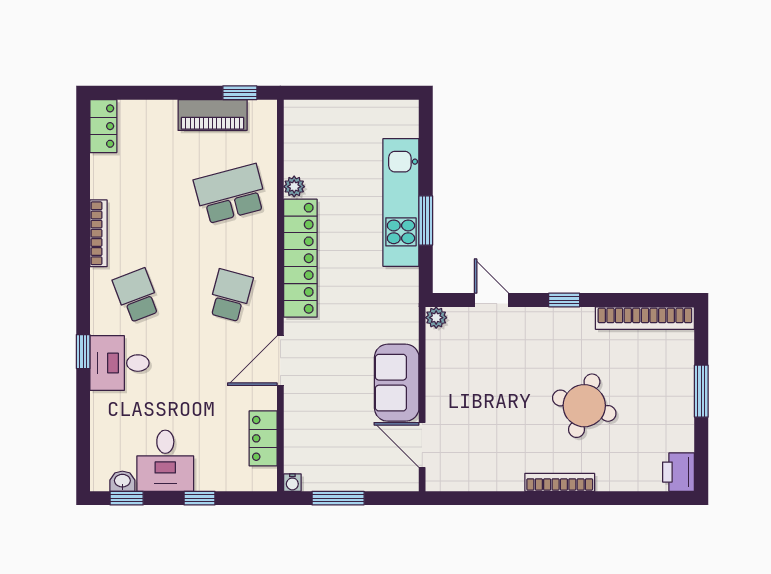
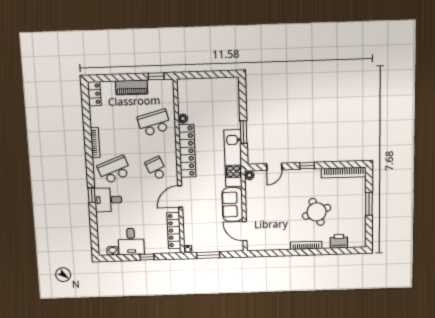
piano: (213, 115) -> (131, 87), moved
kitchen unit: (401, 202) -> (233, 158), moved
school desk: (137, 295) -> (114, 170), width x1.85
school desk: (230, 295) -> (156, 168), turned -39
door: (492, 300) -> (274, 167), swing flipped
round table: (584, 406) -> (317, 212), turned -38
locker: (263, 438) -> (174, 231), width x1.53
printer: (679, 472) -> (339, 241), moved, turned 90
window: (127, 498) -> (115, 258), removed

